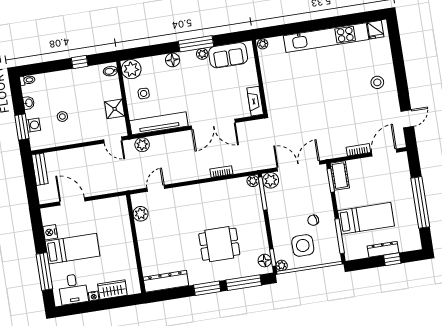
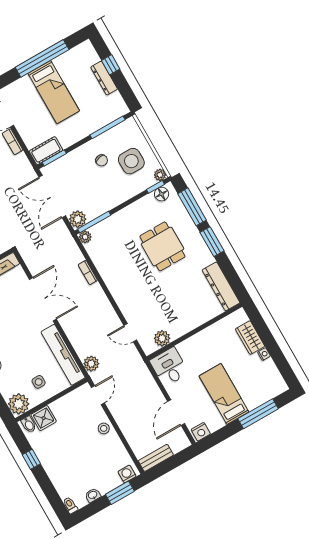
shower: (115, 109) -> (44, 418), moved
stool: (62, 117) -> (104, 428), moved
washing machine: (33, 125) -> (127, 474), moved
bed: (366, 218) -> (54, 92), moved, turned 180
nightstand: (50, 232) -> (201, 432), moved
desk: (73, 289) -> (169, 367), moved, turned -90

